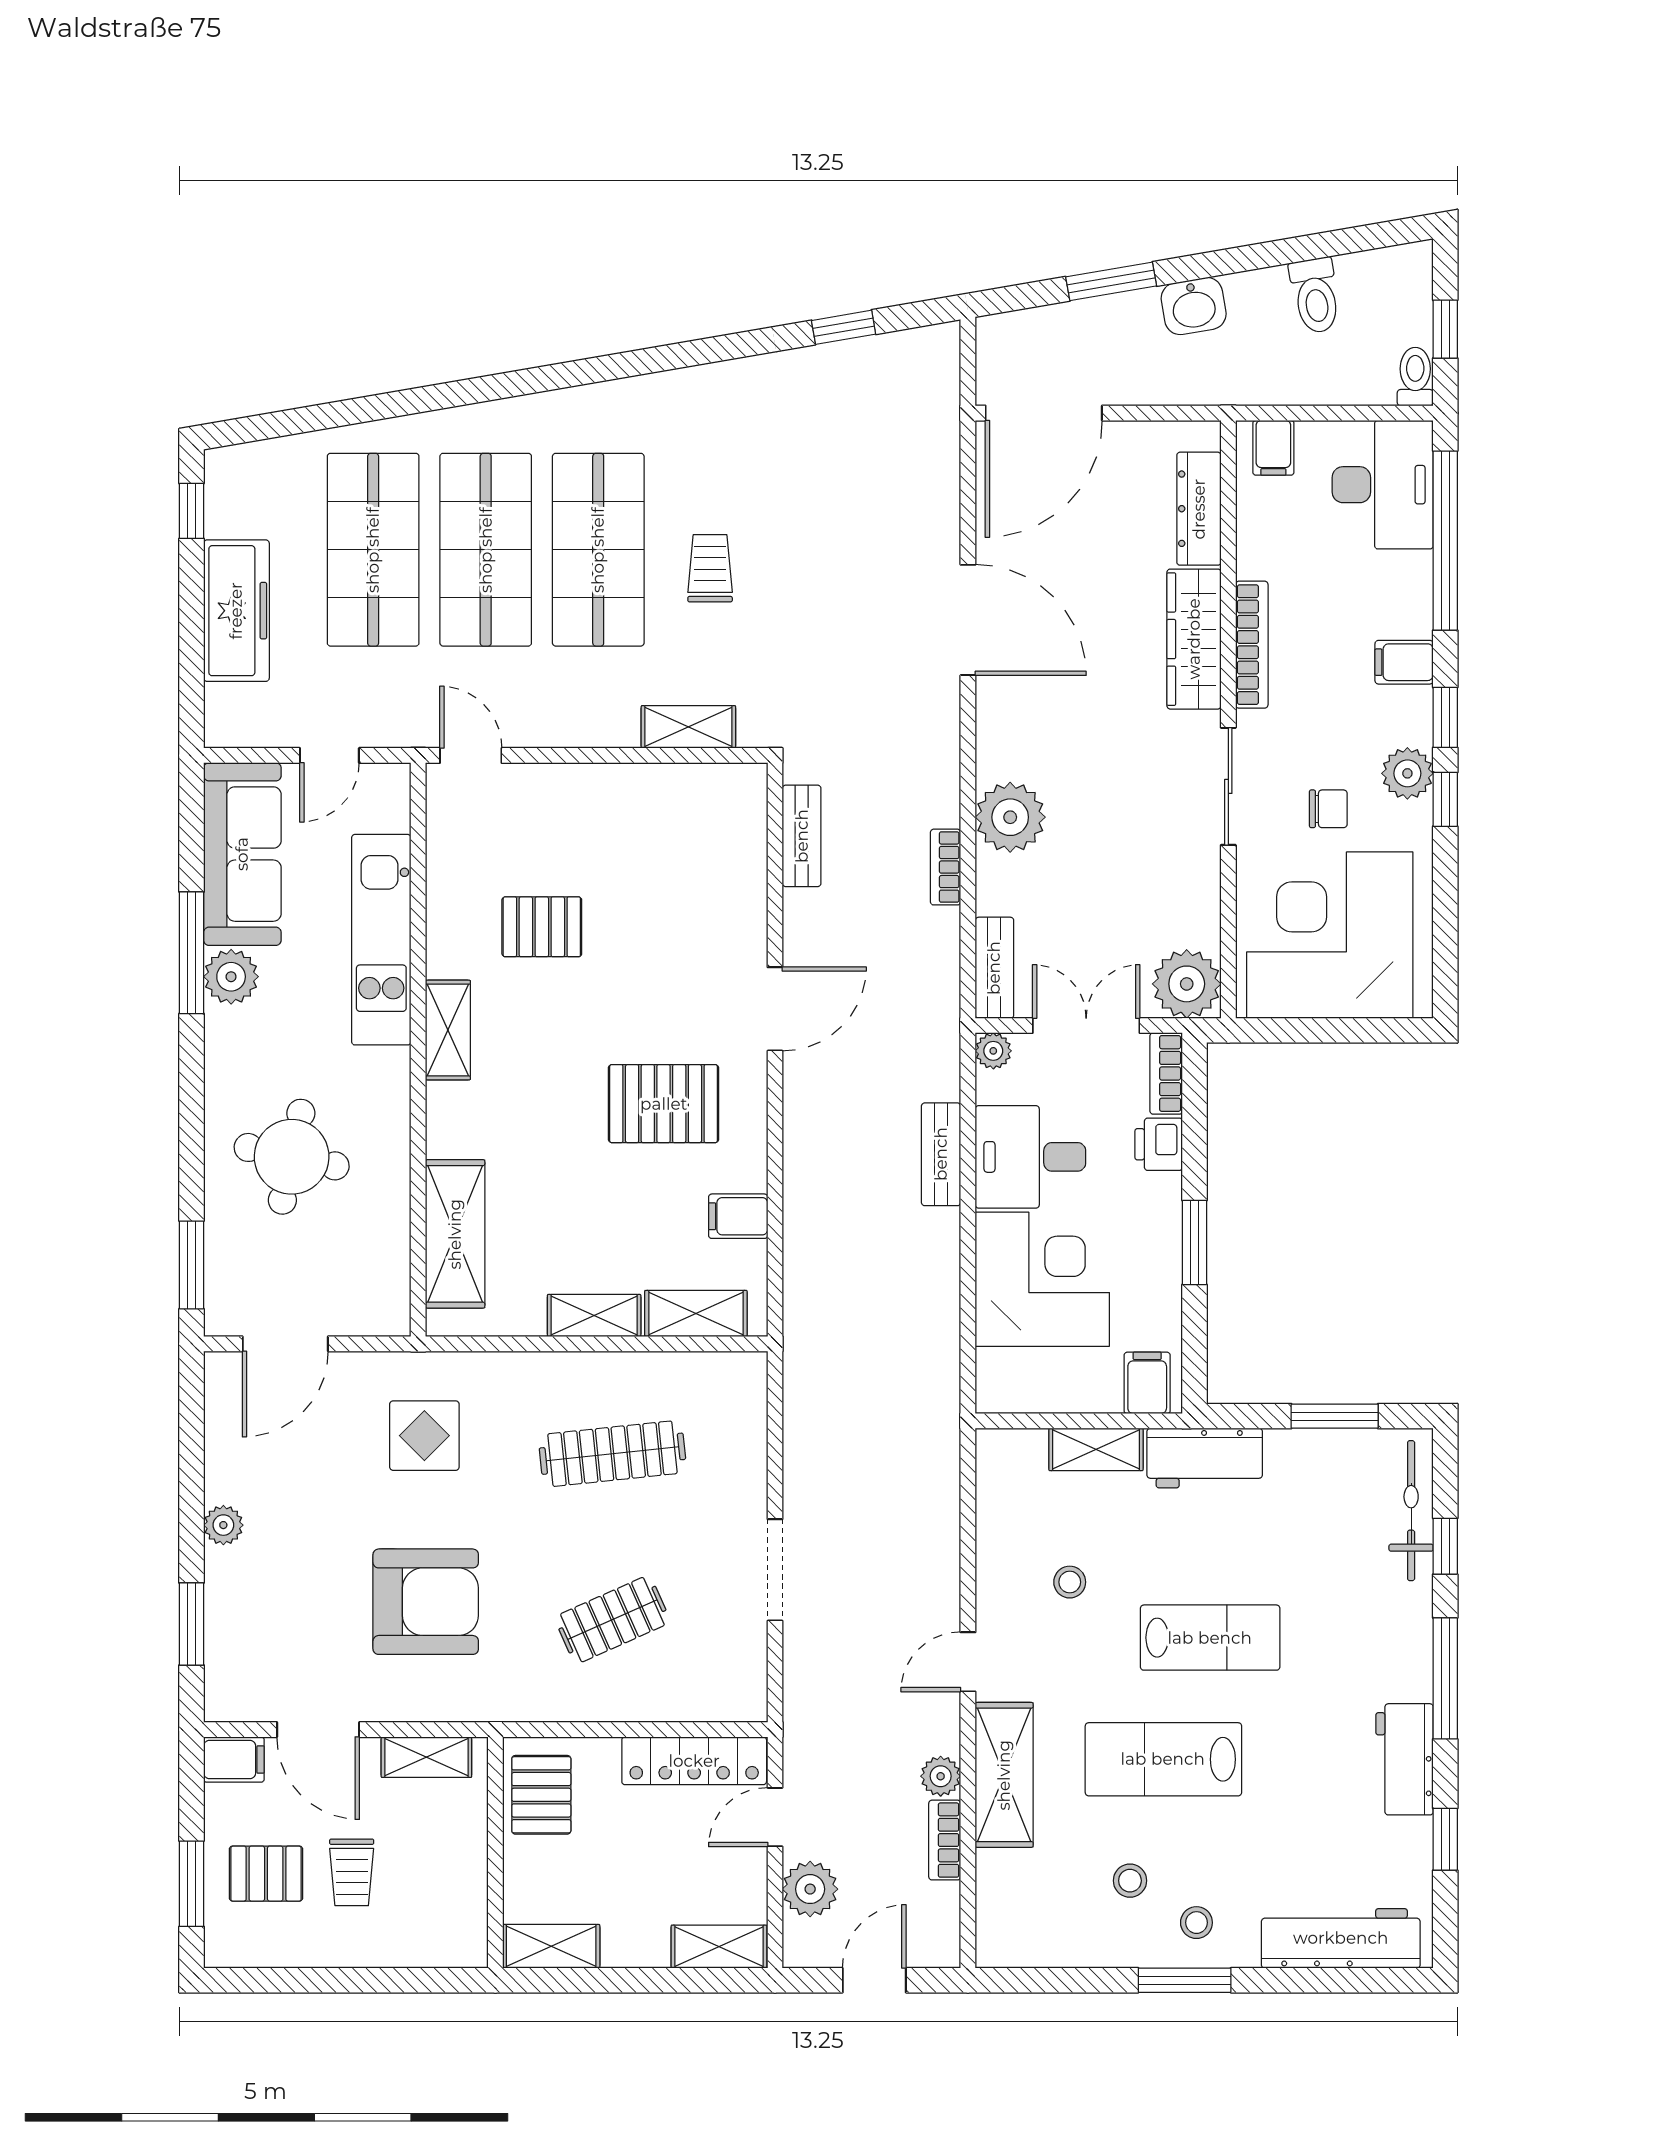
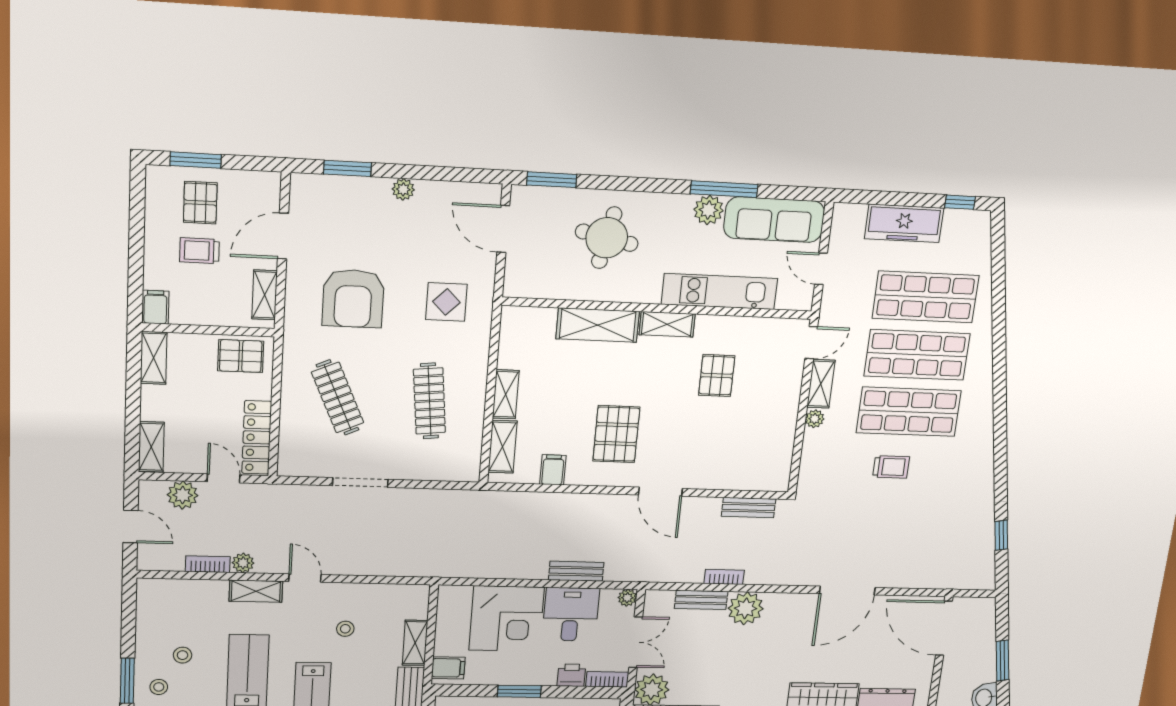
shelving: (688, 727) -> (821, 384), moved
plant: (619, 730) -> (815, 419), added
bench: (994, 968) -> (701, 600), moved
shelving: (455, 1234) -> (598, 325), moved
clothes rail: (612, 1620) -> (338, 398), width x1.36
filing cabinet: (234, 1759) -> (155, 307), moved, turned 180
shelving: (1004, 1775) -> (256, 591), width x0.67, depth x0.75

